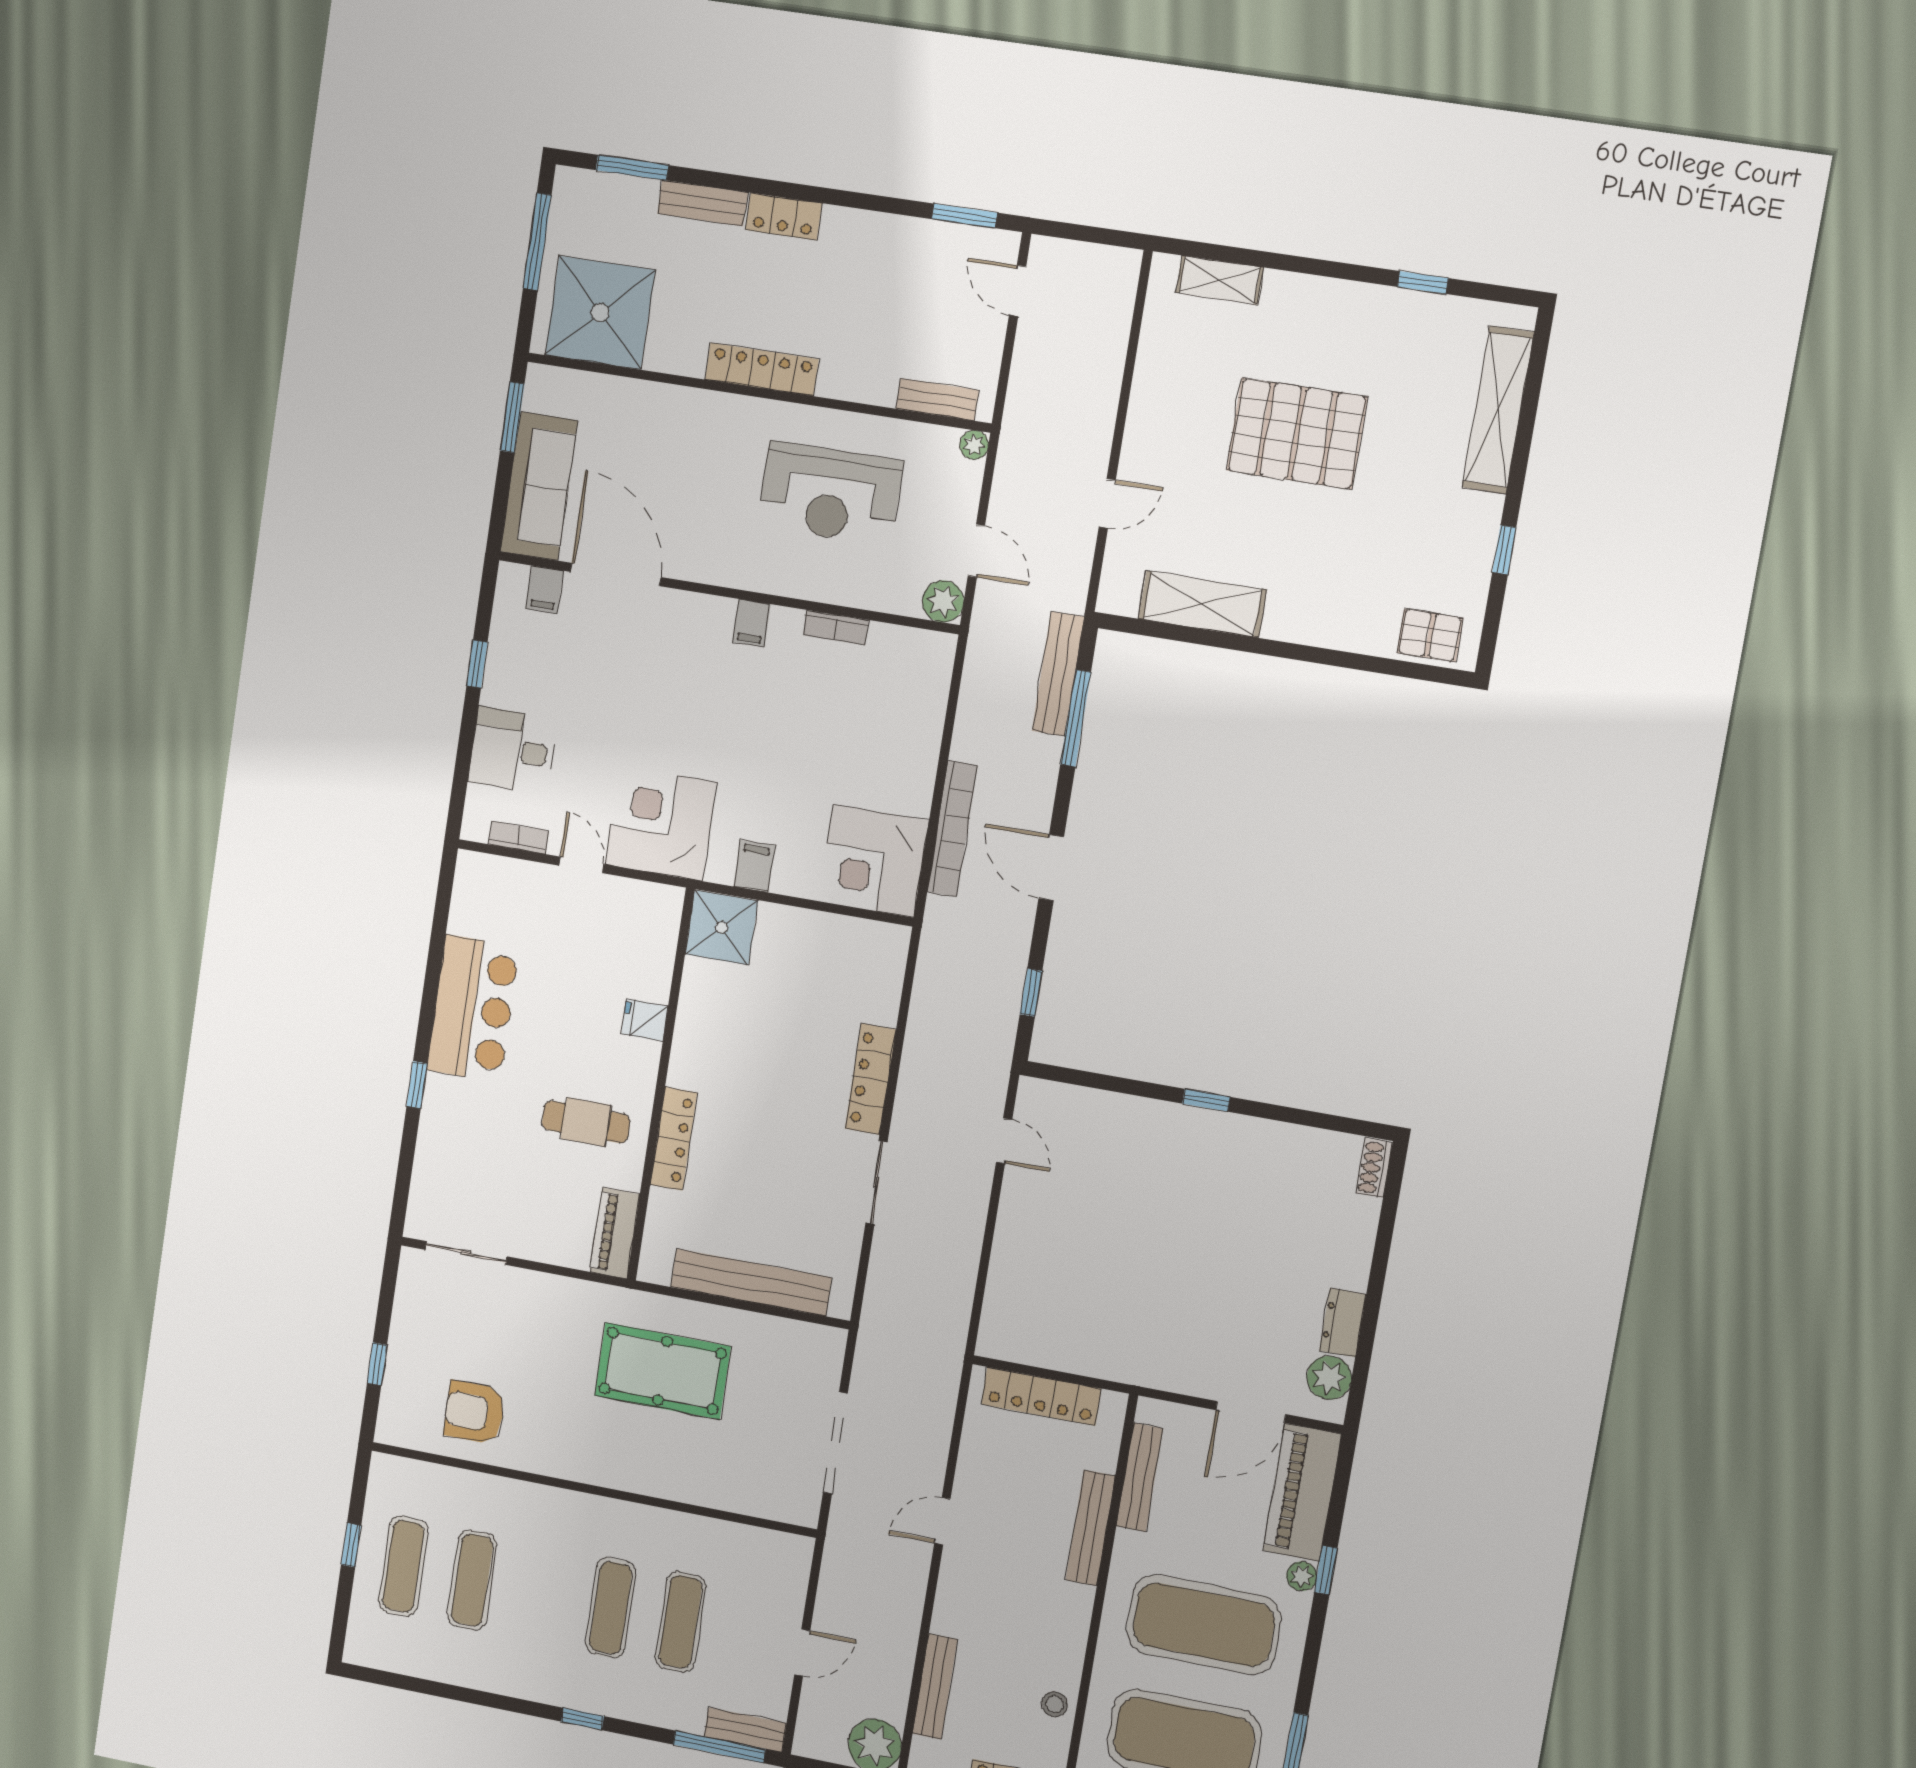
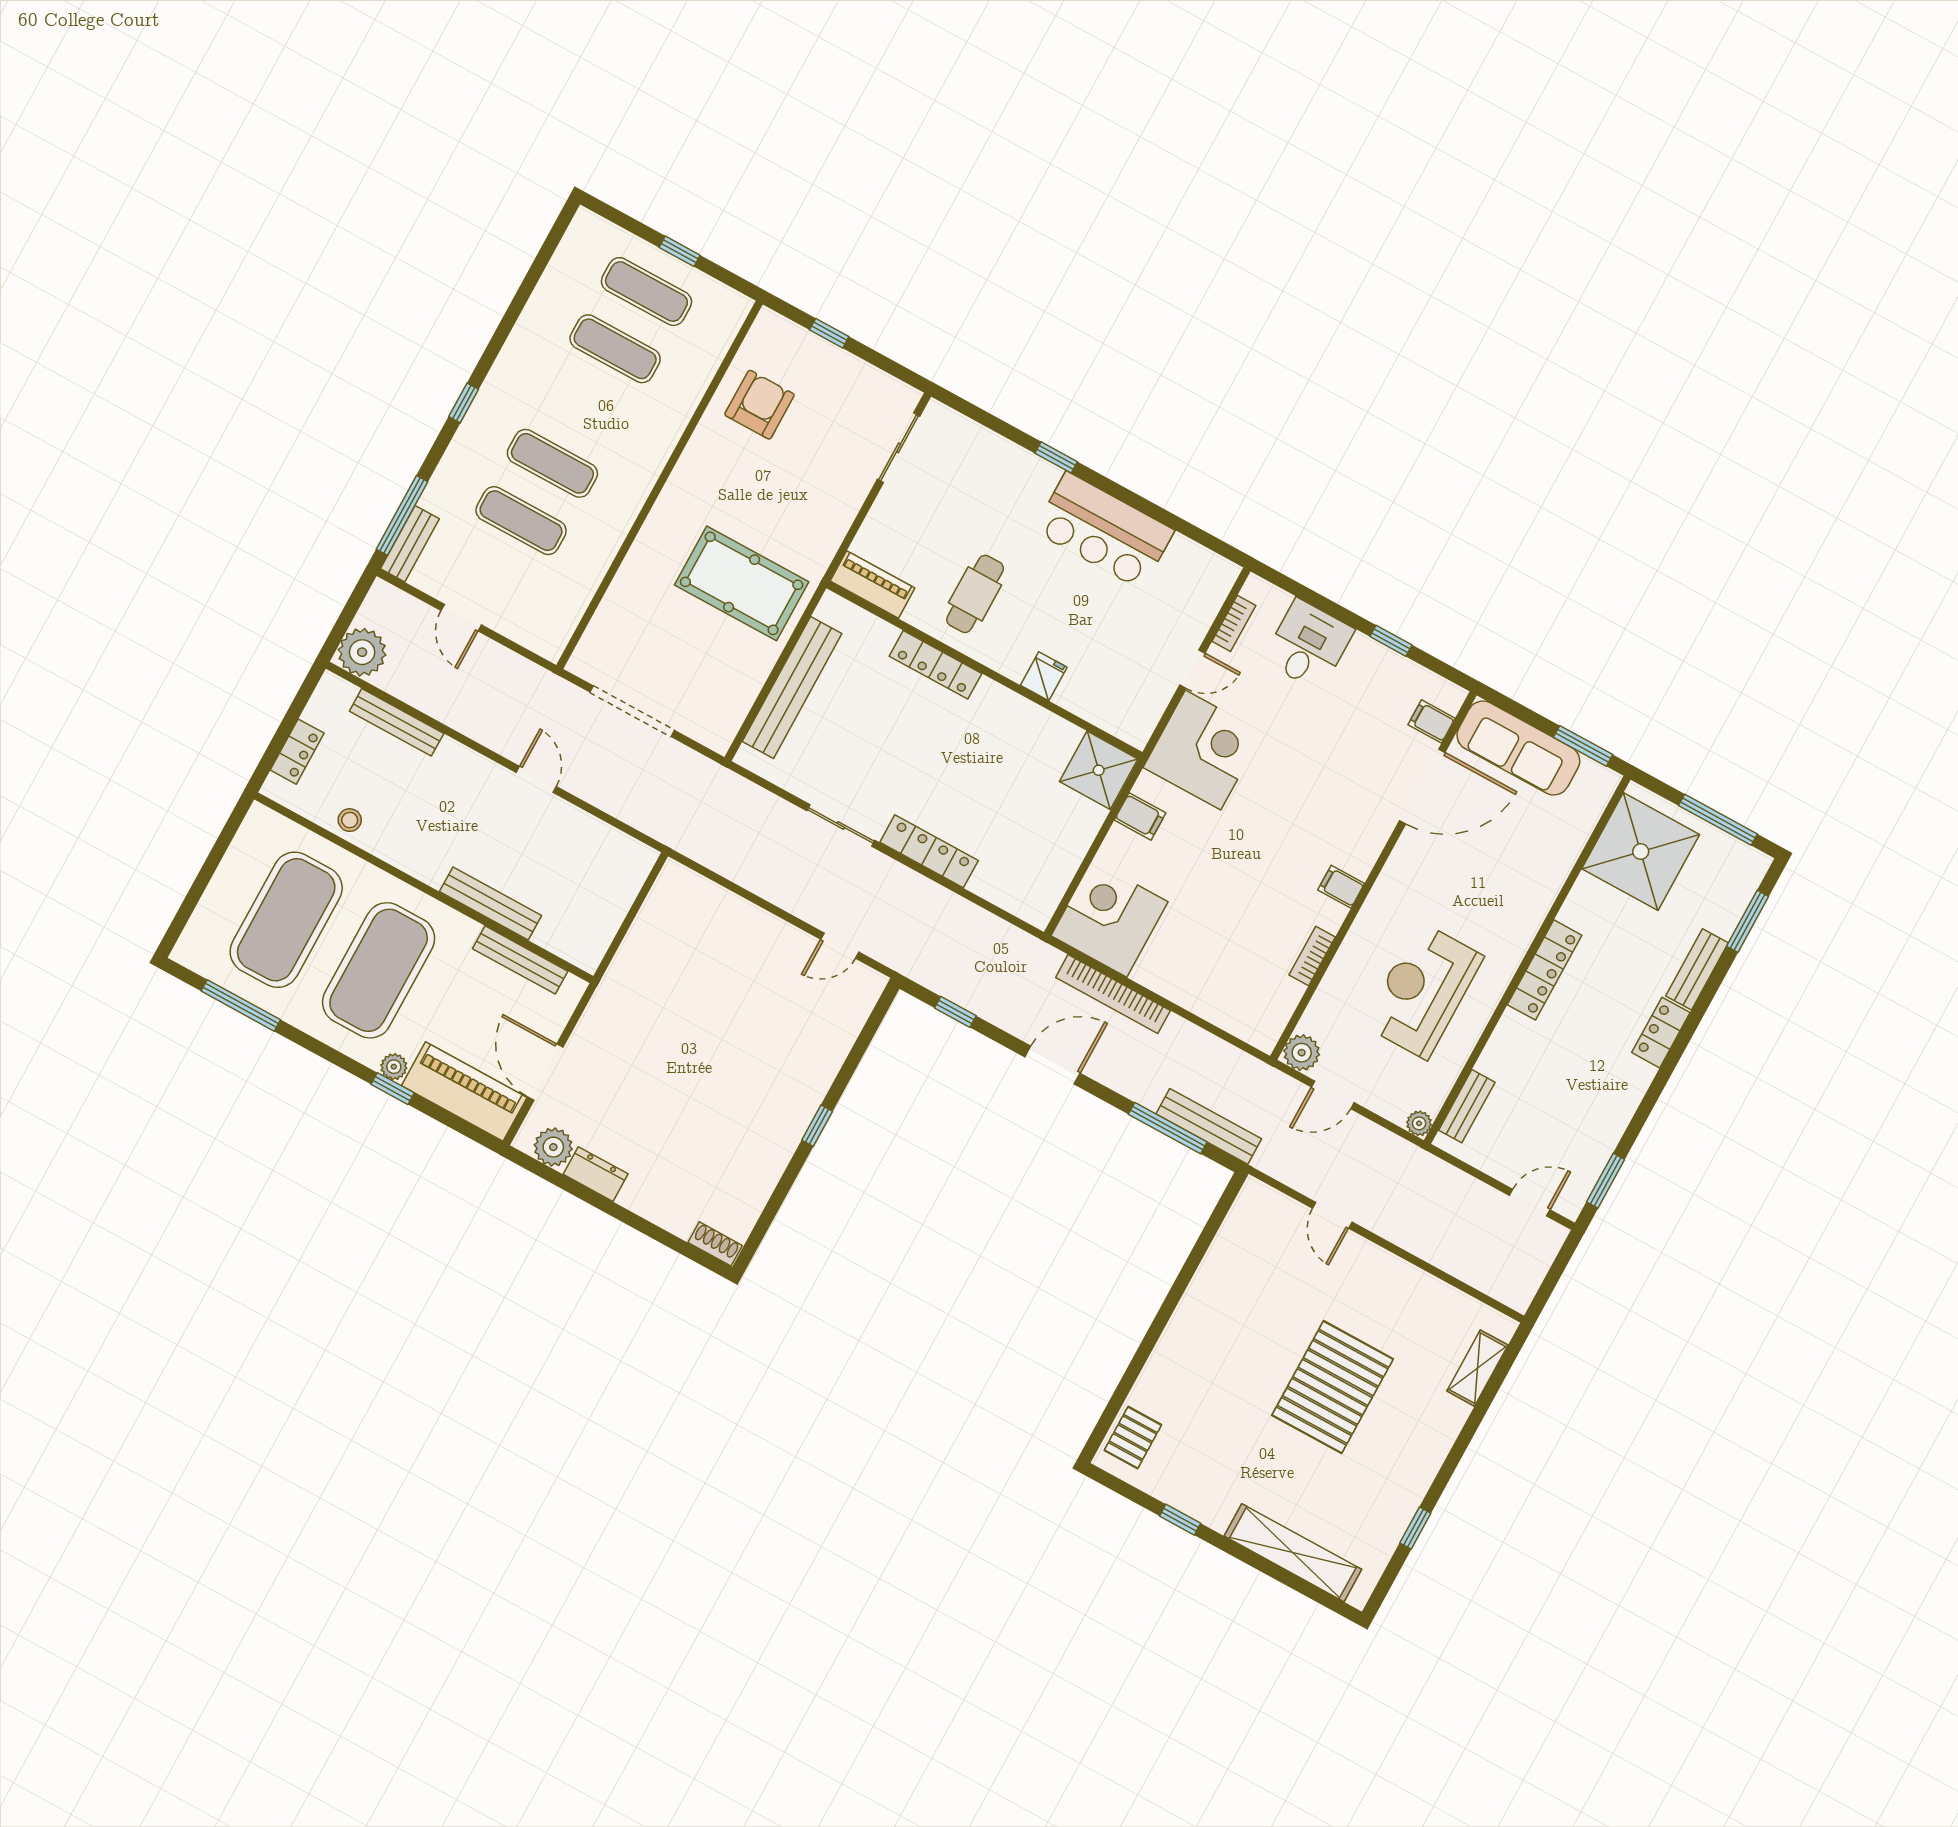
shelving: (1202, 604) -> (1223, 1264), removed
pool table: (663, 1371) -> (742, 583), turned 90
locker: (1041, 1396) -> (615, 901), removed

